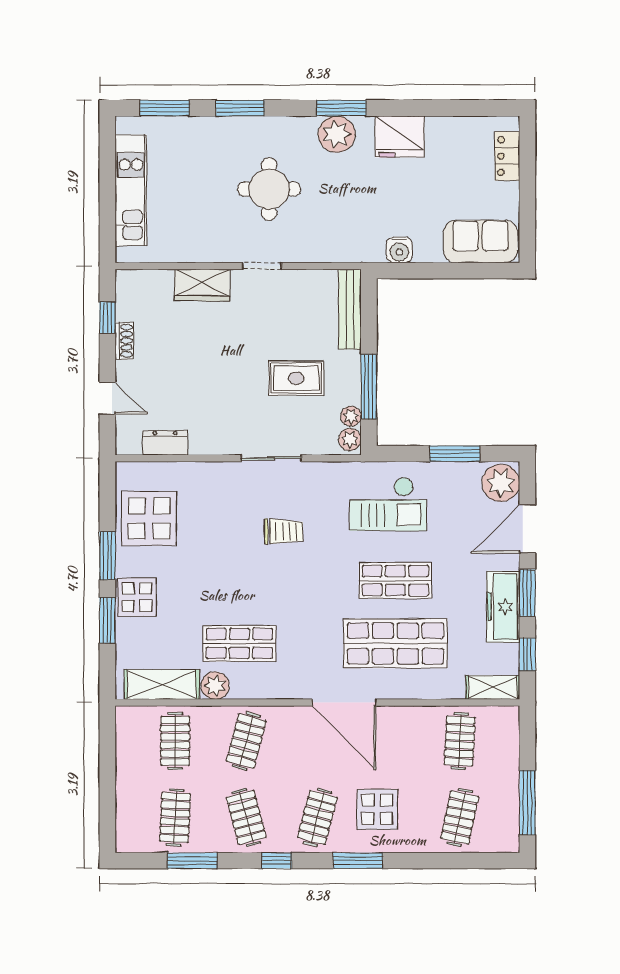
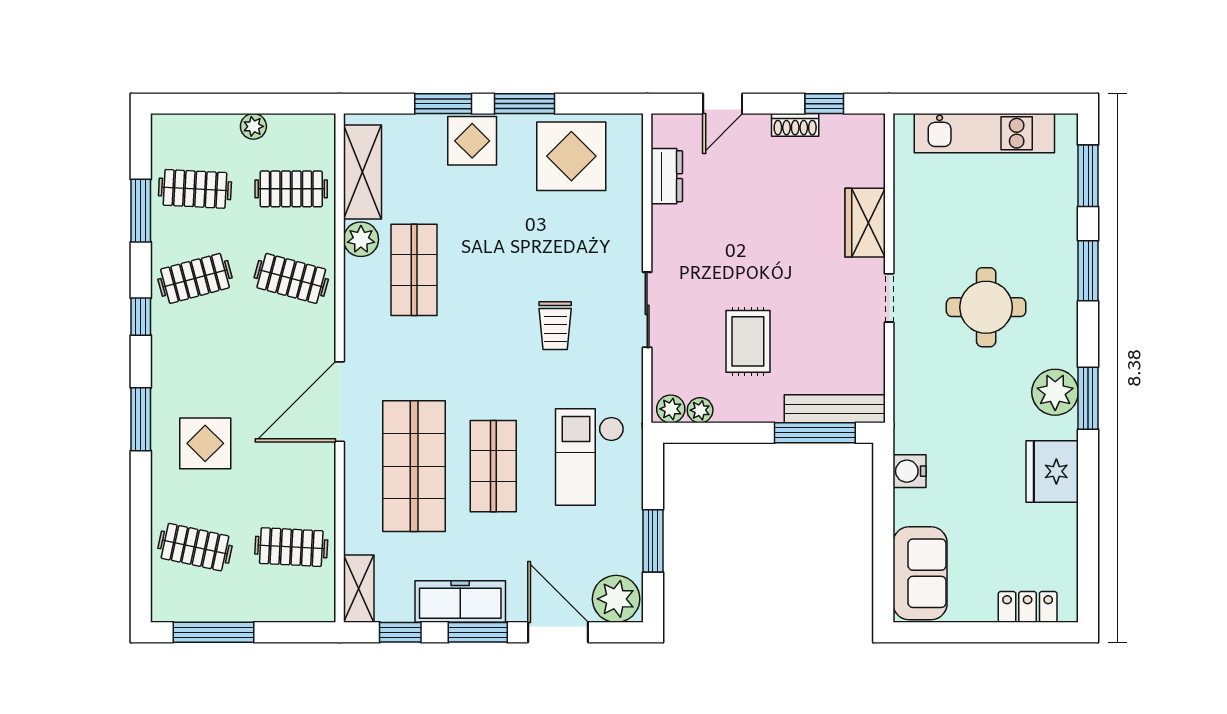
window: (369, 387) -> (815, 433), moved
plant: (125, 771) -> (253, 126), added
clothes rail: (317, 817) -> (195, 368), removed

